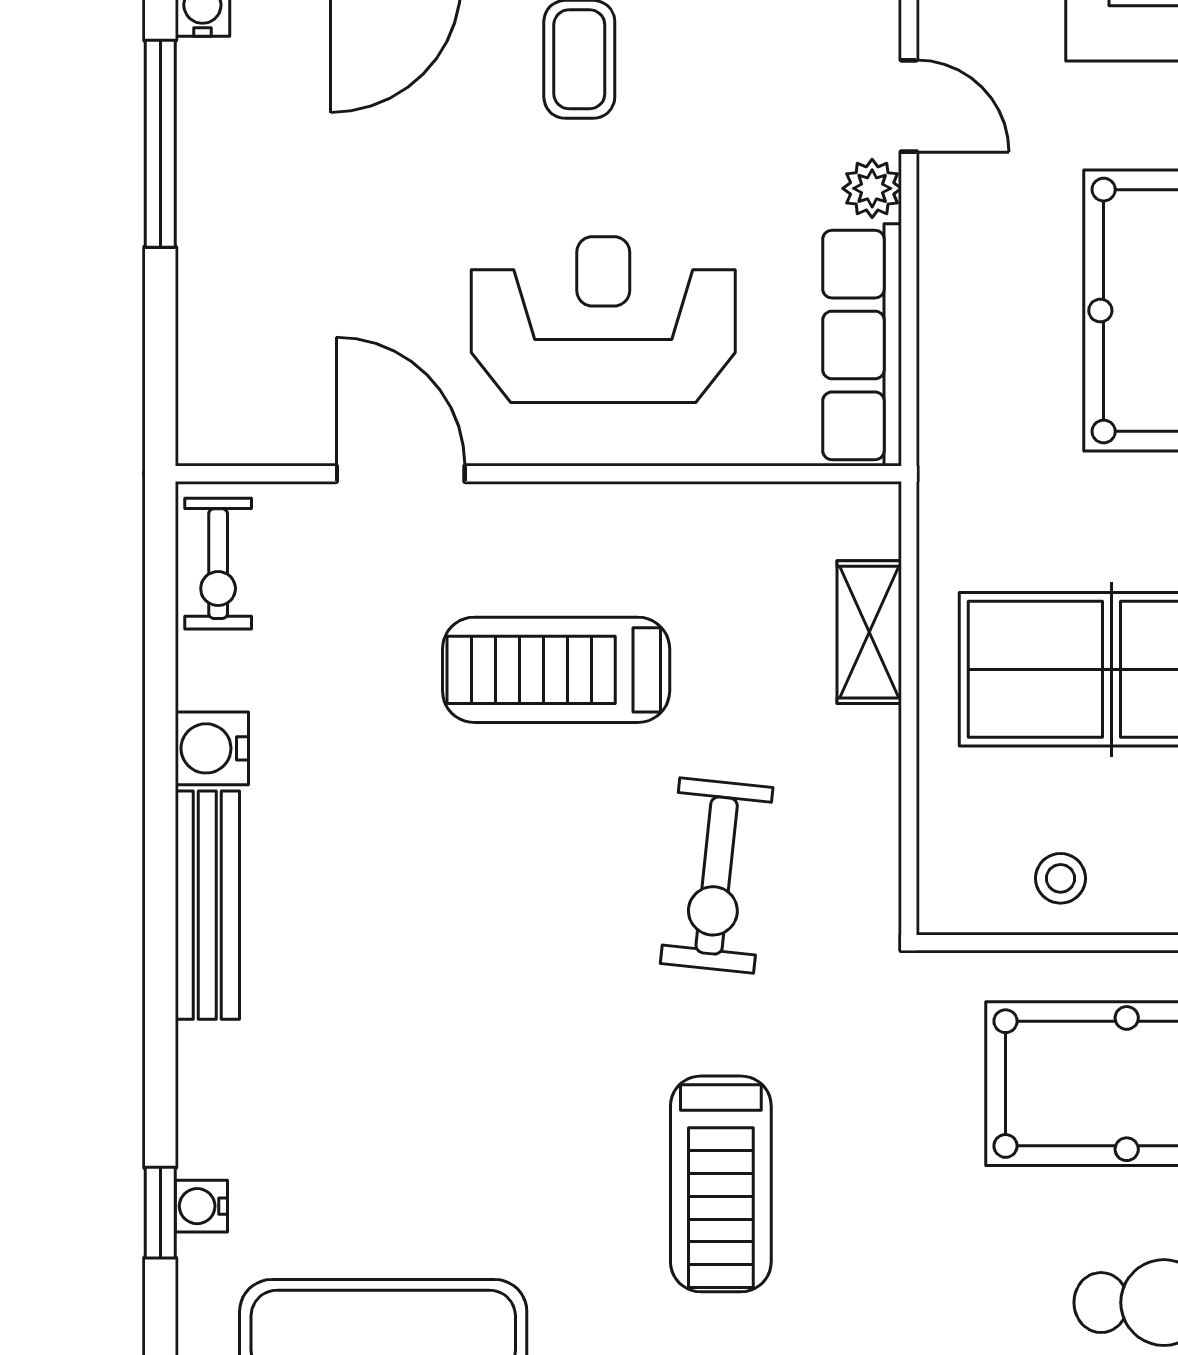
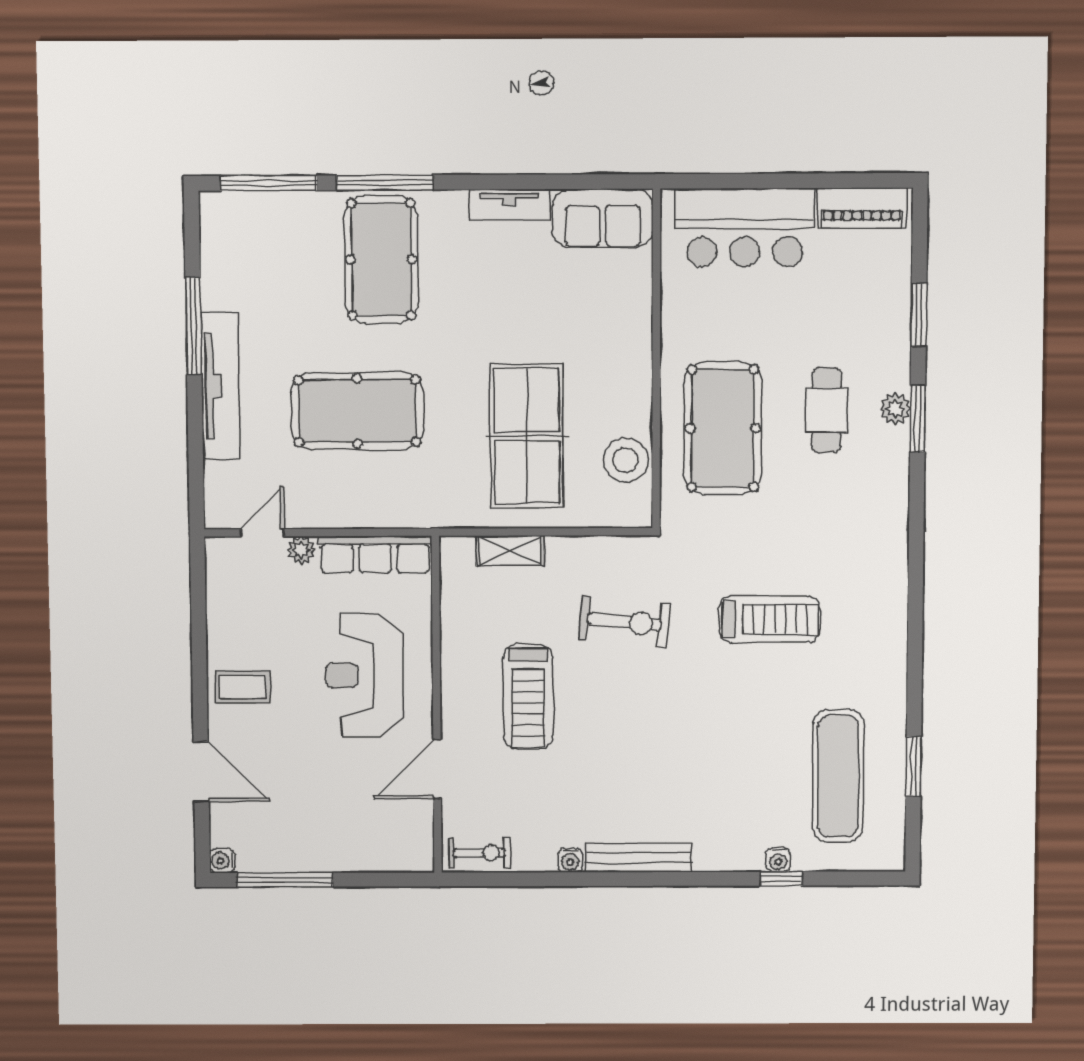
water cooler: (212, 748) -> (570, 860), width x0.72, depth x0.72
stool: (1061, 878) -> (626, 460), width x1.89, depth x1.89

